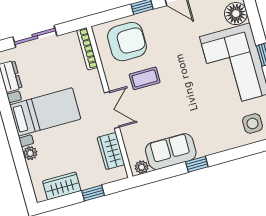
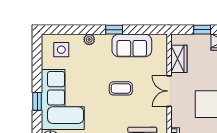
coffee table: (145, 78) -> (121, 88), moved
plant: (142, 167) -> (89, 39), moved

